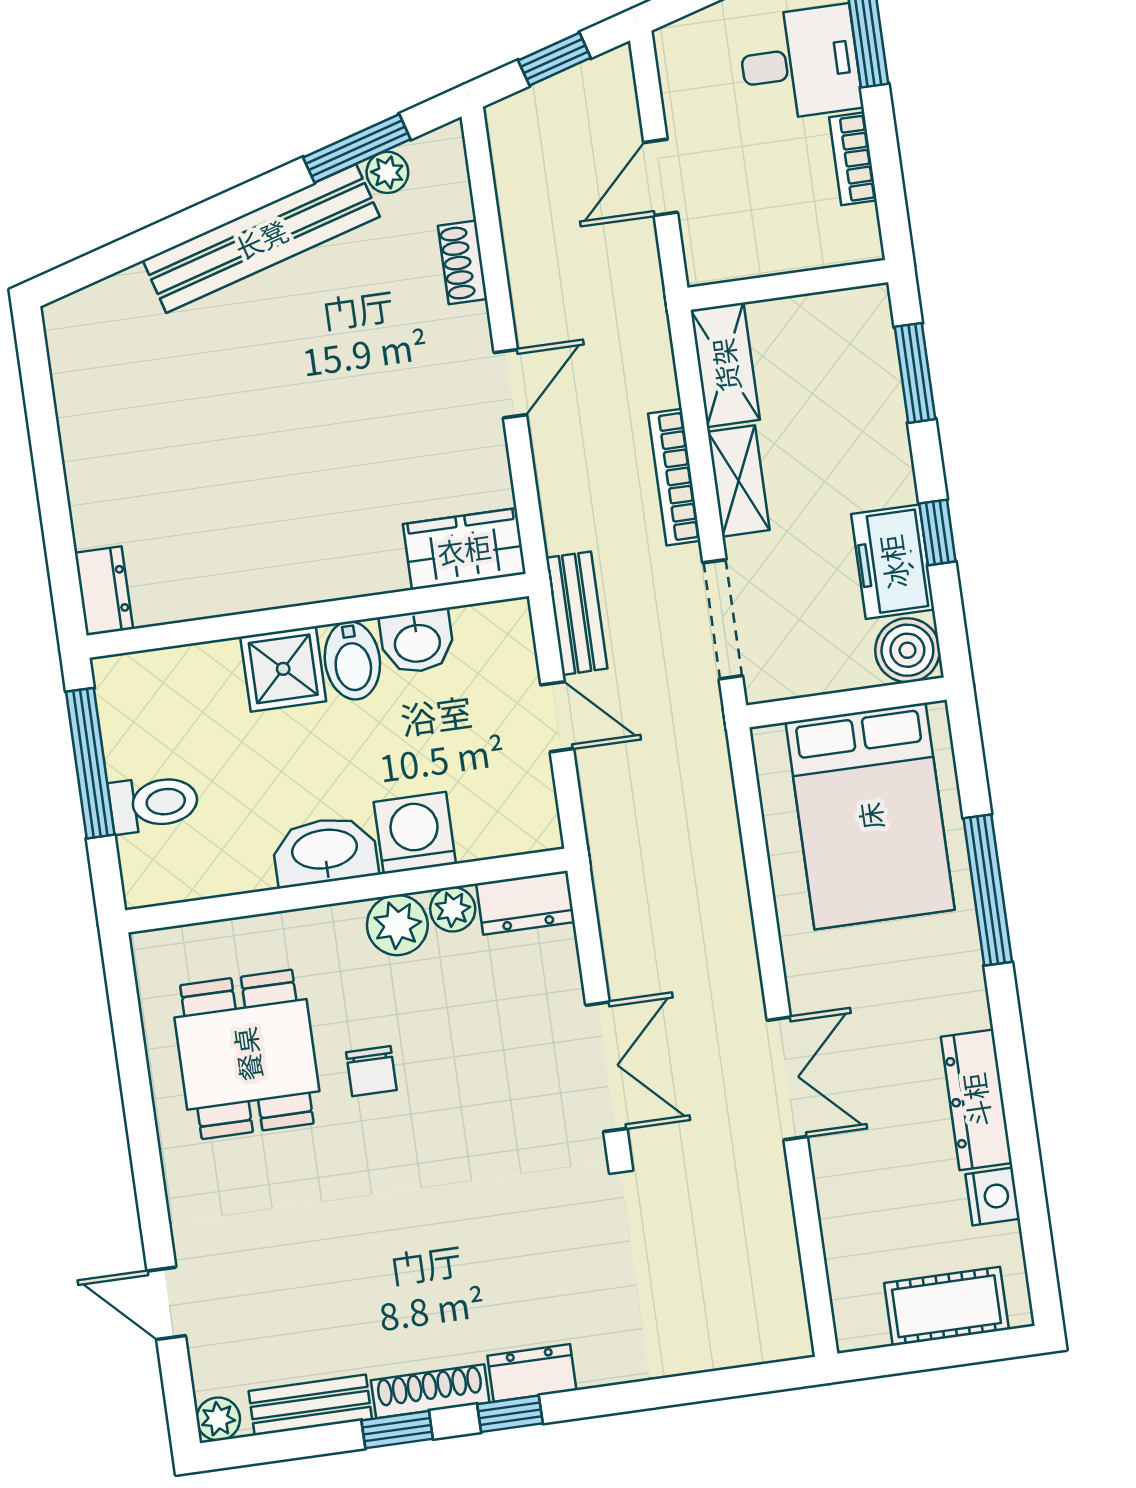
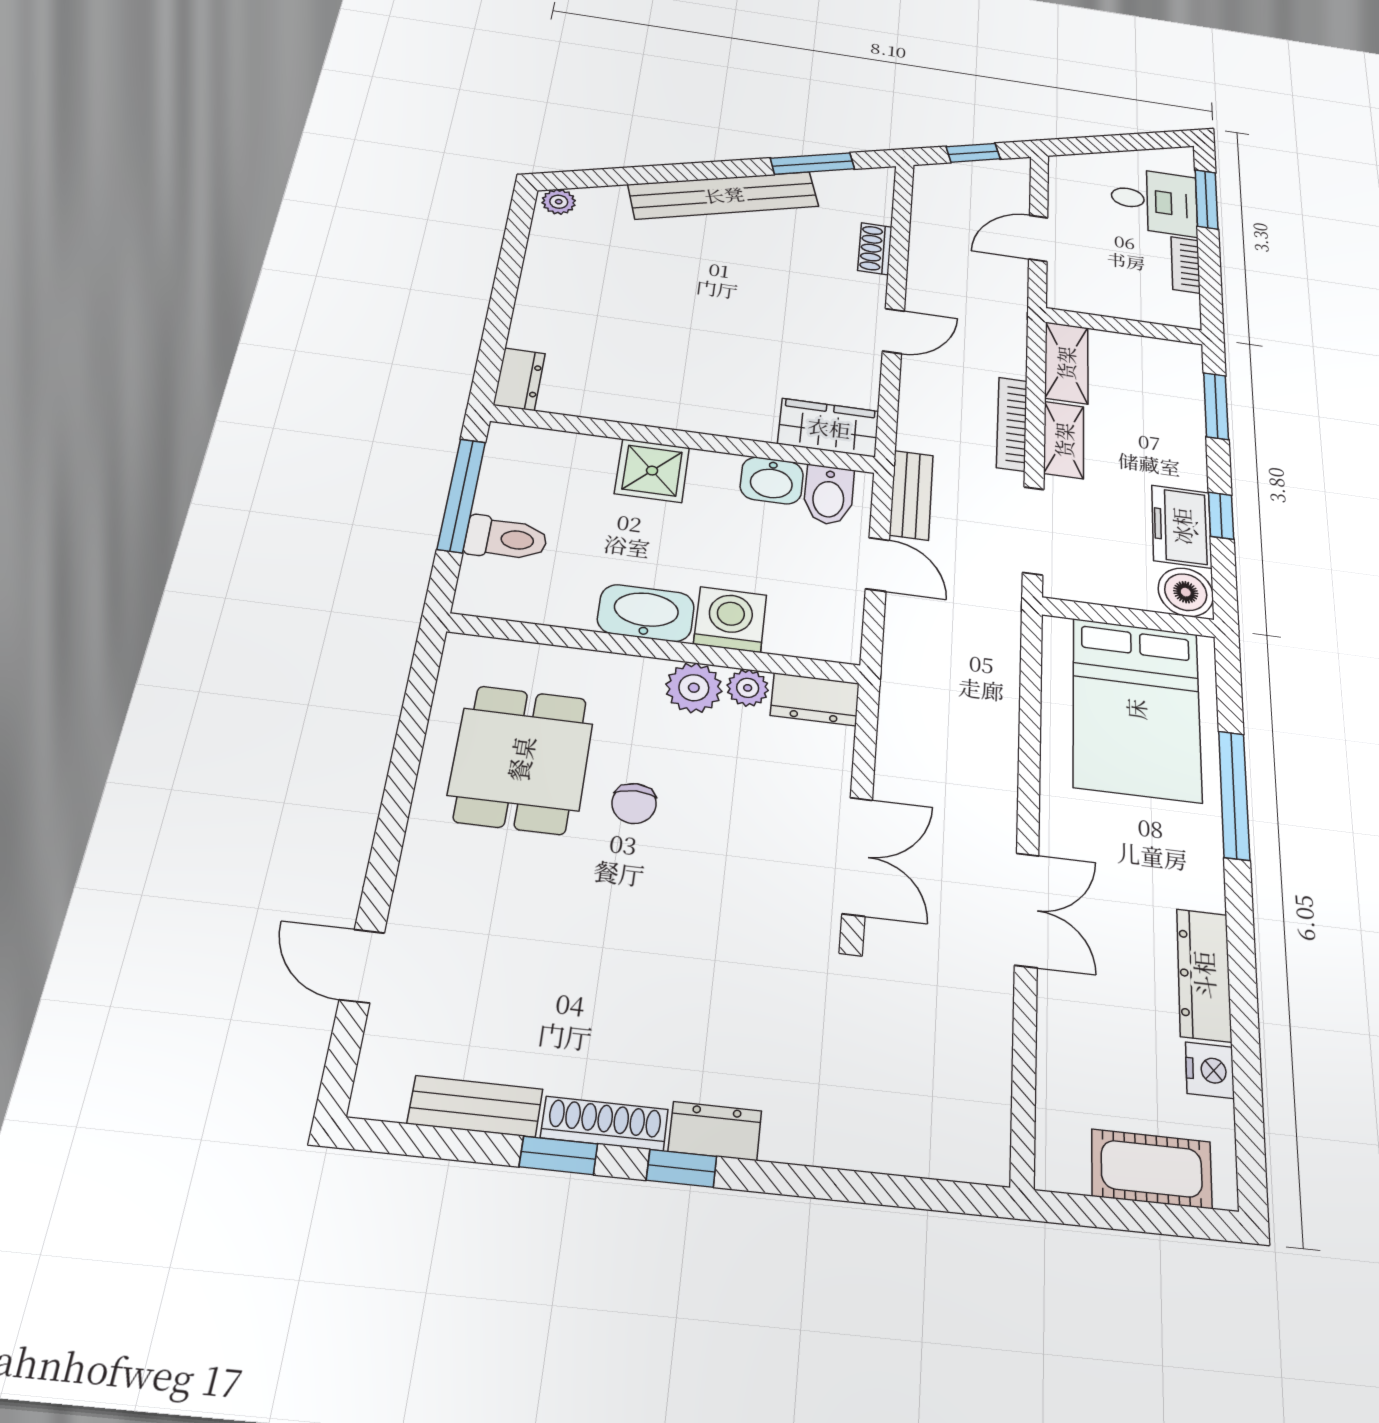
plant: (387, 172) -> (559, 202), moved
bidet: (352, 660) -> (829, 495), moved
plant: (218, 1419) -> (374, 1097), removed

